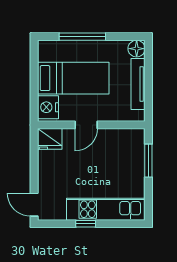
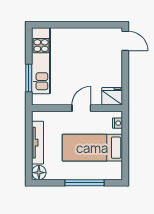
nightstand: (48, 107) -> (117, 123), width x0.53, depth x0.56
kitchen unit: (106, 209) -> (41, 61), moved, turned -90
window: (86, 224) -> (82, 25), removed

